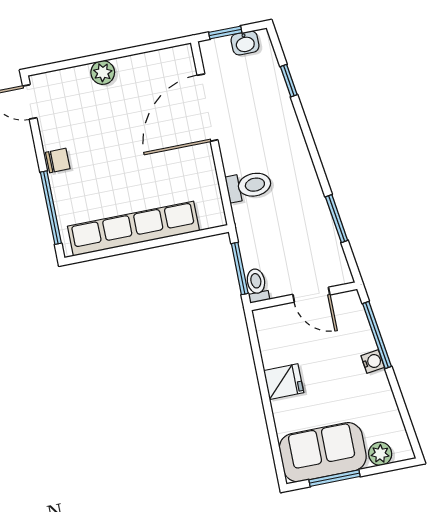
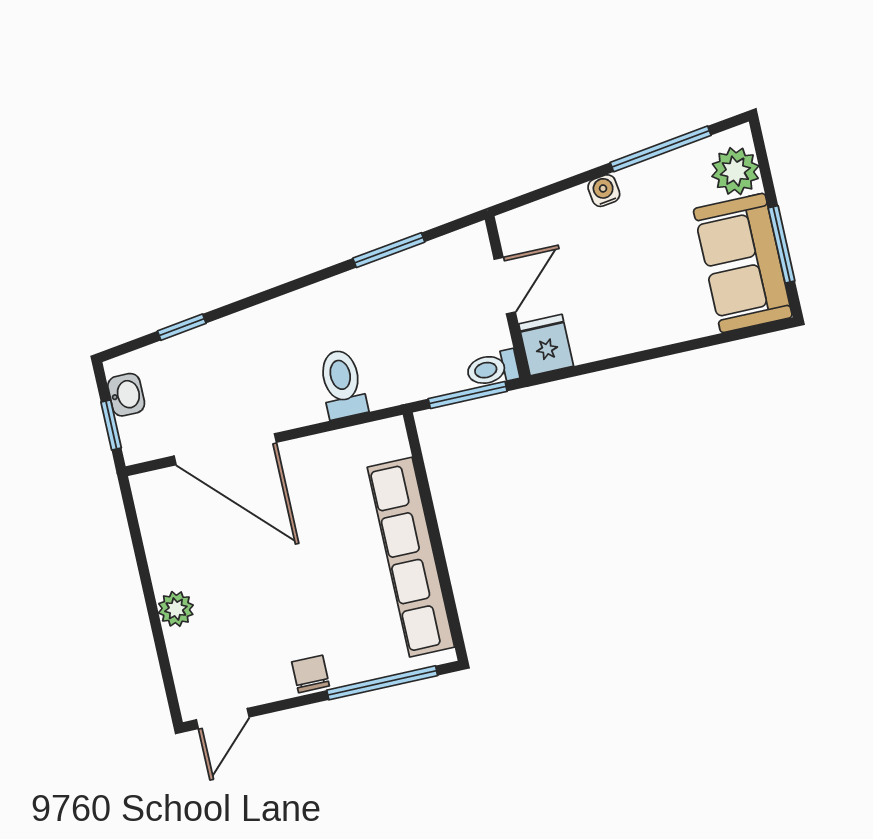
window: (377, 335) -> (661, 149), moved
fridge: (284, 382) -> (546, 345), moved
plant: (380, 454) -> (735, 171), width x1.38, depth x1.38

